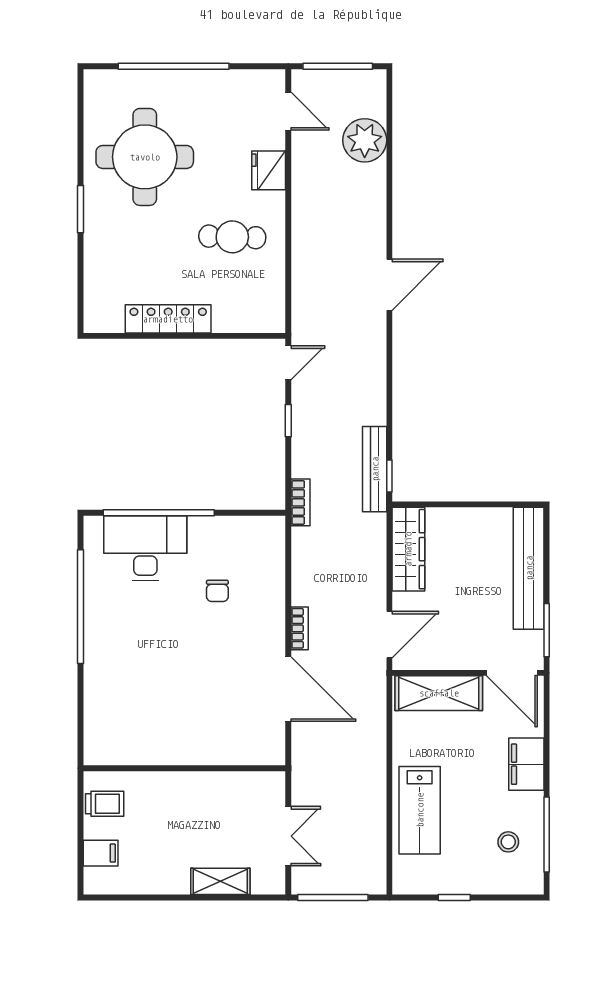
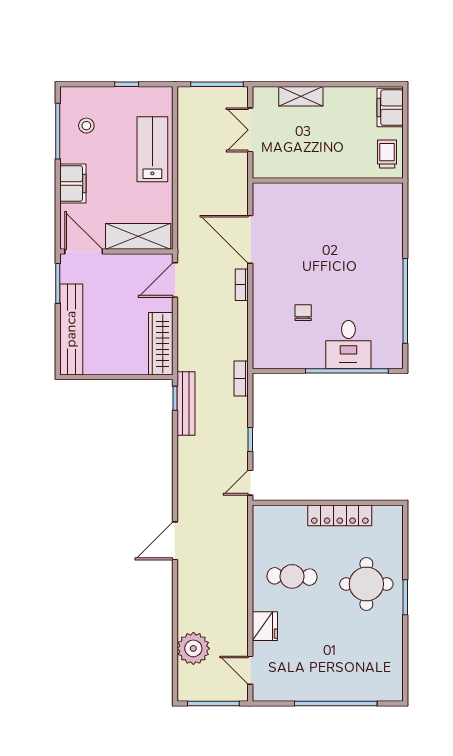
round table: (145, 157) -> (366, 584), moved, width x0.73, depth x0.73
desk: (145, 548) -> (348, 345), width x0.73
trolley: (105, 804) -> (387, 154), turned 90
filing cabinet: (101, 853) -> (390, 108), width x2.00

